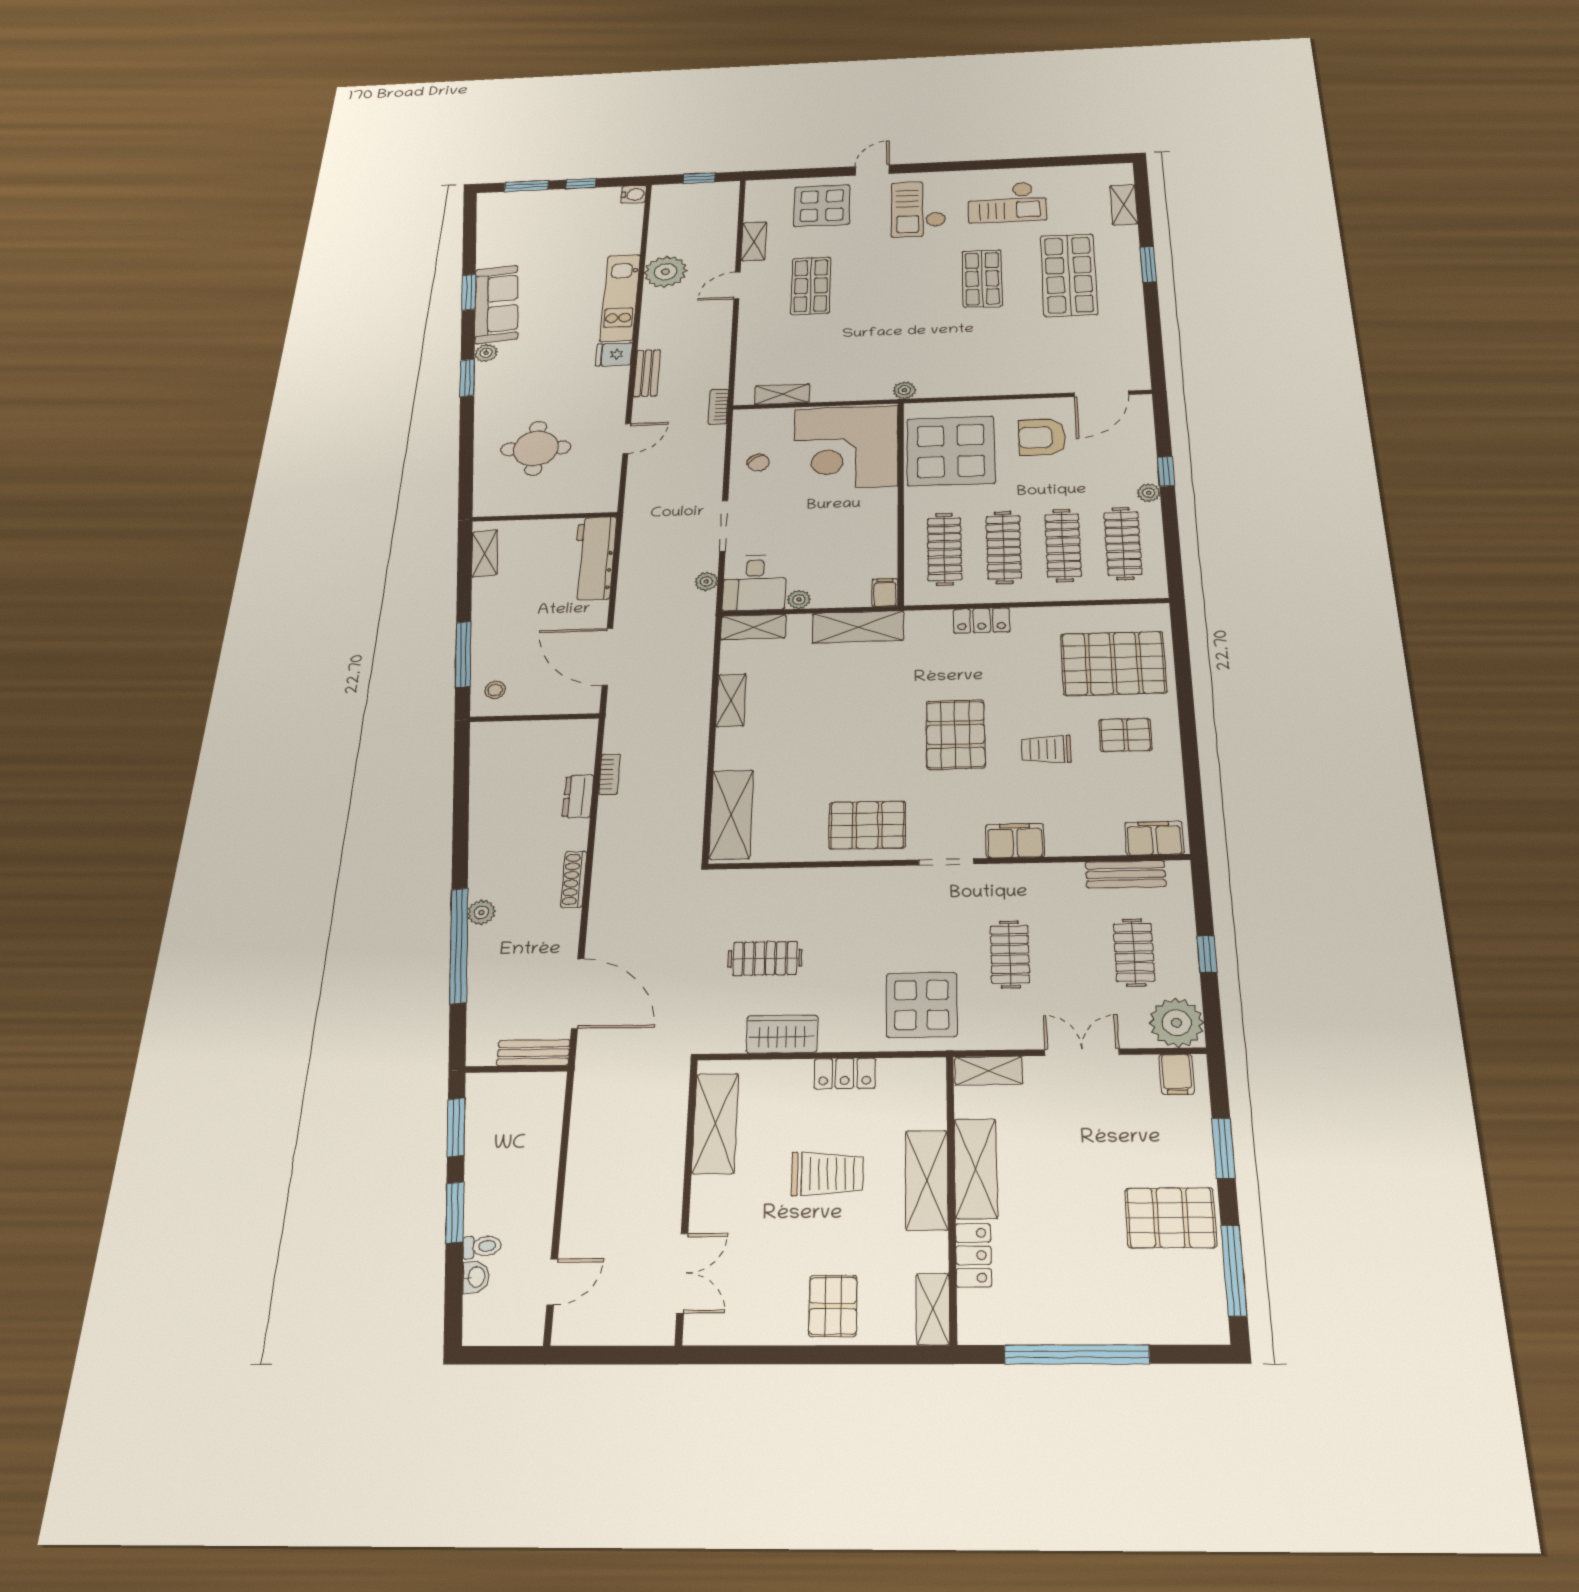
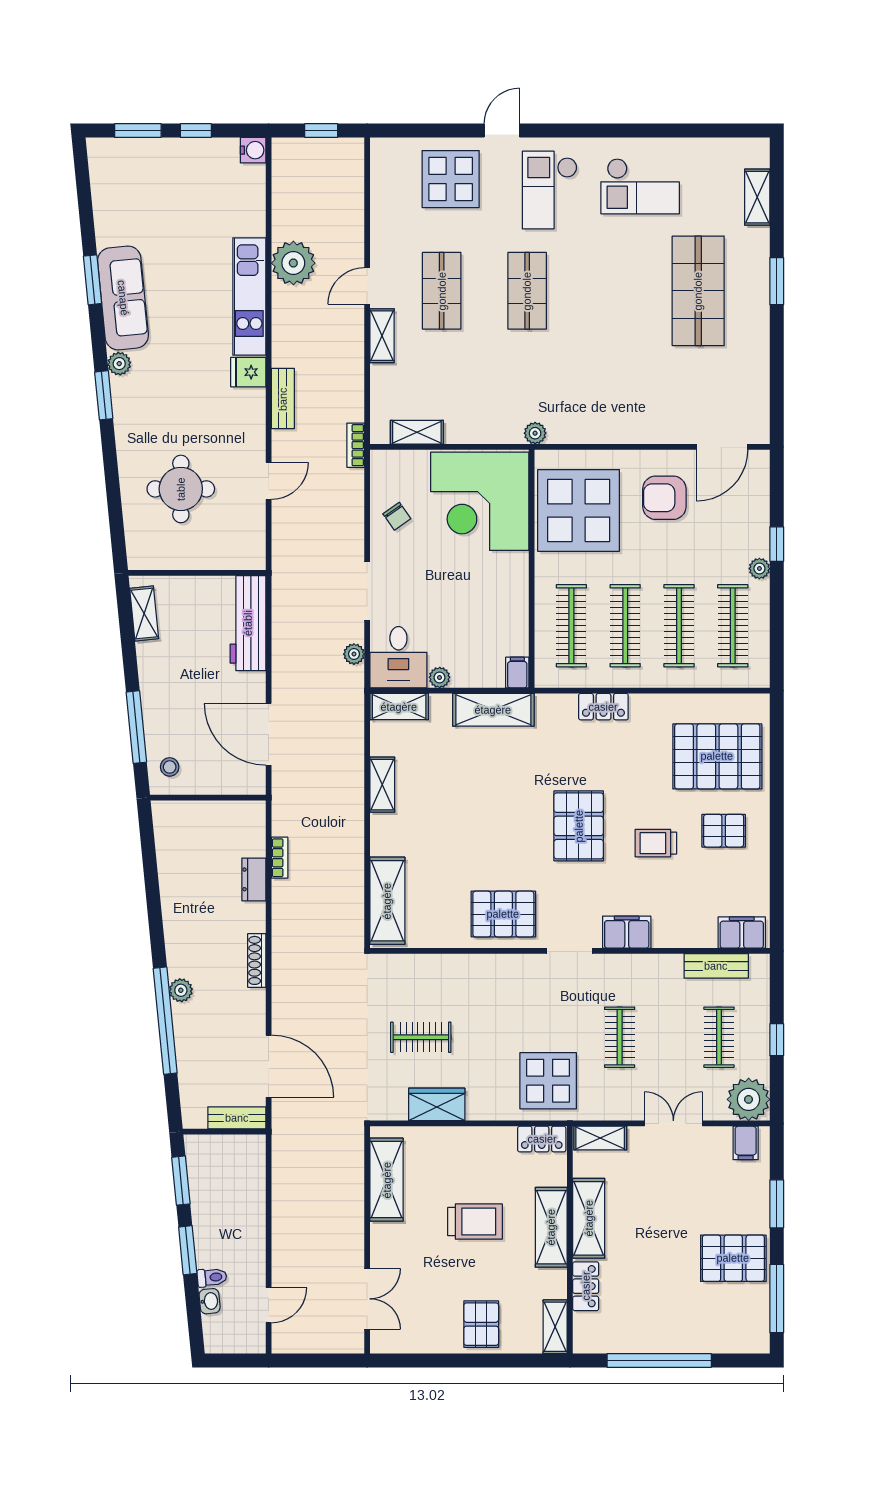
shelving: (754, 241) -> (382, 336), moved
shop shelf: (982, 279) -> (527, 291), moved
locker: (845, 1074) -> (542, 1139), moved

